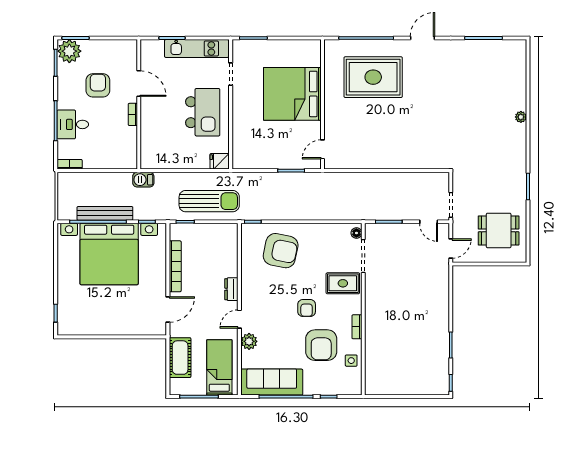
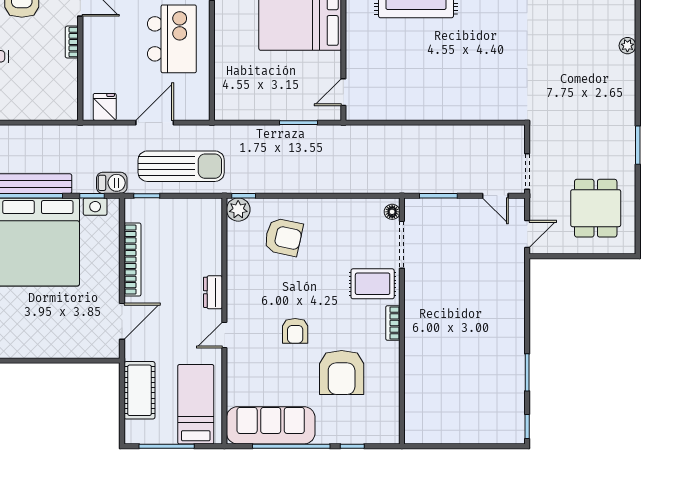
fridge: (220, 161) -> (105, 107), moved, turned 90
door: (191, 171) -> (155, 123), added
barbecue: (143, 180) -> (112, 183), moved, turned 180
dining table: (499, 230) -> (596, 208), turned 90
armchair: (281, 251) -> (283, 237), width x0.73, depth x0.73
armchair: (307, 308) -> (295, 331), moved
bookcase: (357, 327) -> (393, 323), moved
plant: (249, 341) -> (238, 210), moved
side table: (351, 361) -> (385, 395), removed

